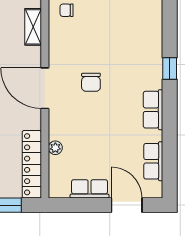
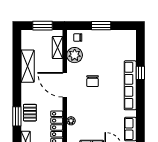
plant: (61, 39) -> (75, 55), added
row of seats: (153, 110) -> (130, 85), width x2.02

